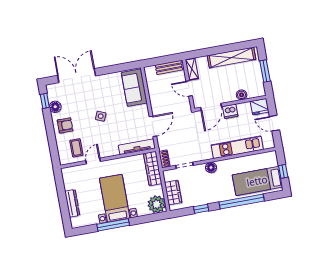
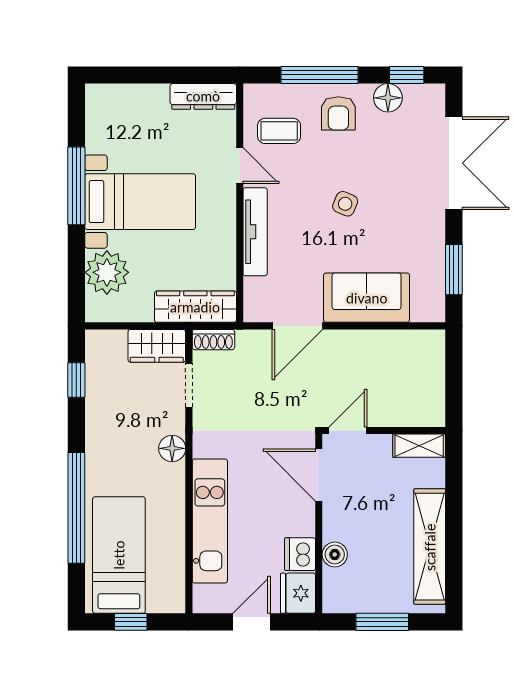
bench: (169, 67) -> (433, 391), removed
window: (119, 68) -> (454, 270), added
sofa: (134, 88) -> (367, 298), moved
door: (189, 89) -> (348, 430), moved
dishwasher: (230, 111) -> (300, 554), moved
door: (153, 126) -> (297, 326), hinge flipped
window: (51, 136) -> (320, 75), added
tv unit: (137, 147) -> (255, 232), moved
wardrobe: (173, 193) -> (157, 346), moved
dresser: (72, 203) -> (203, 96), moved
plant: (157, 204) -> (107, 272), moved
window: (201, 209) -> (76, 380), moved

